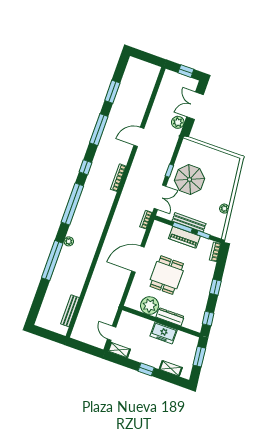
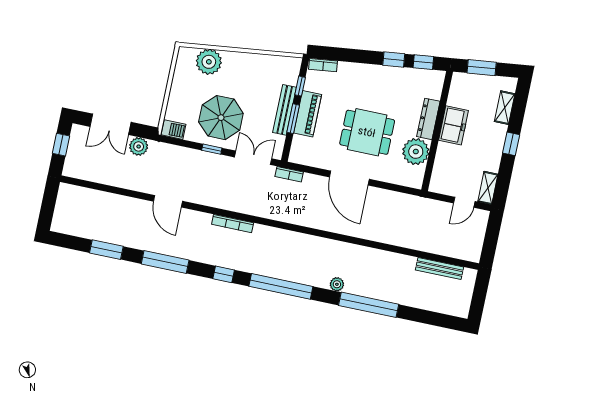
barbecue: (186, 147) -> (174, 130), added
plant: (224, 209) -> (209, 62), moved, width x1.87, depth x1.87
window: (215, 287) -> (394, 59), moved

